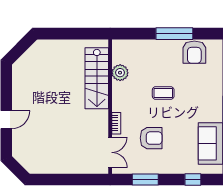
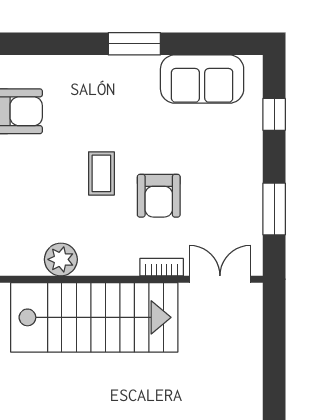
stairs: (97, 78) -> (94, 317), width x1.36, depth x1.51
armchair: (151, 138) -> (159, 196), moved, turned 180

